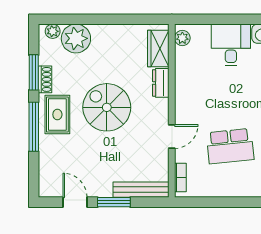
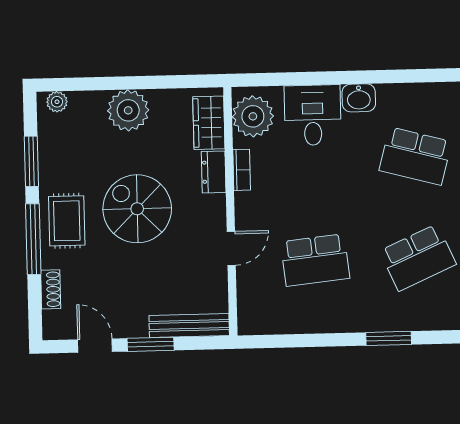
plant: (76, 38) -> (128, 110), moved
plant: (182, 38) -> (253, 116), width x1.87, depth x1.87
shoe rack: (45, 79) -> (51, 289), moved
bookcase: (180, 178) -> (242, 170), moved

